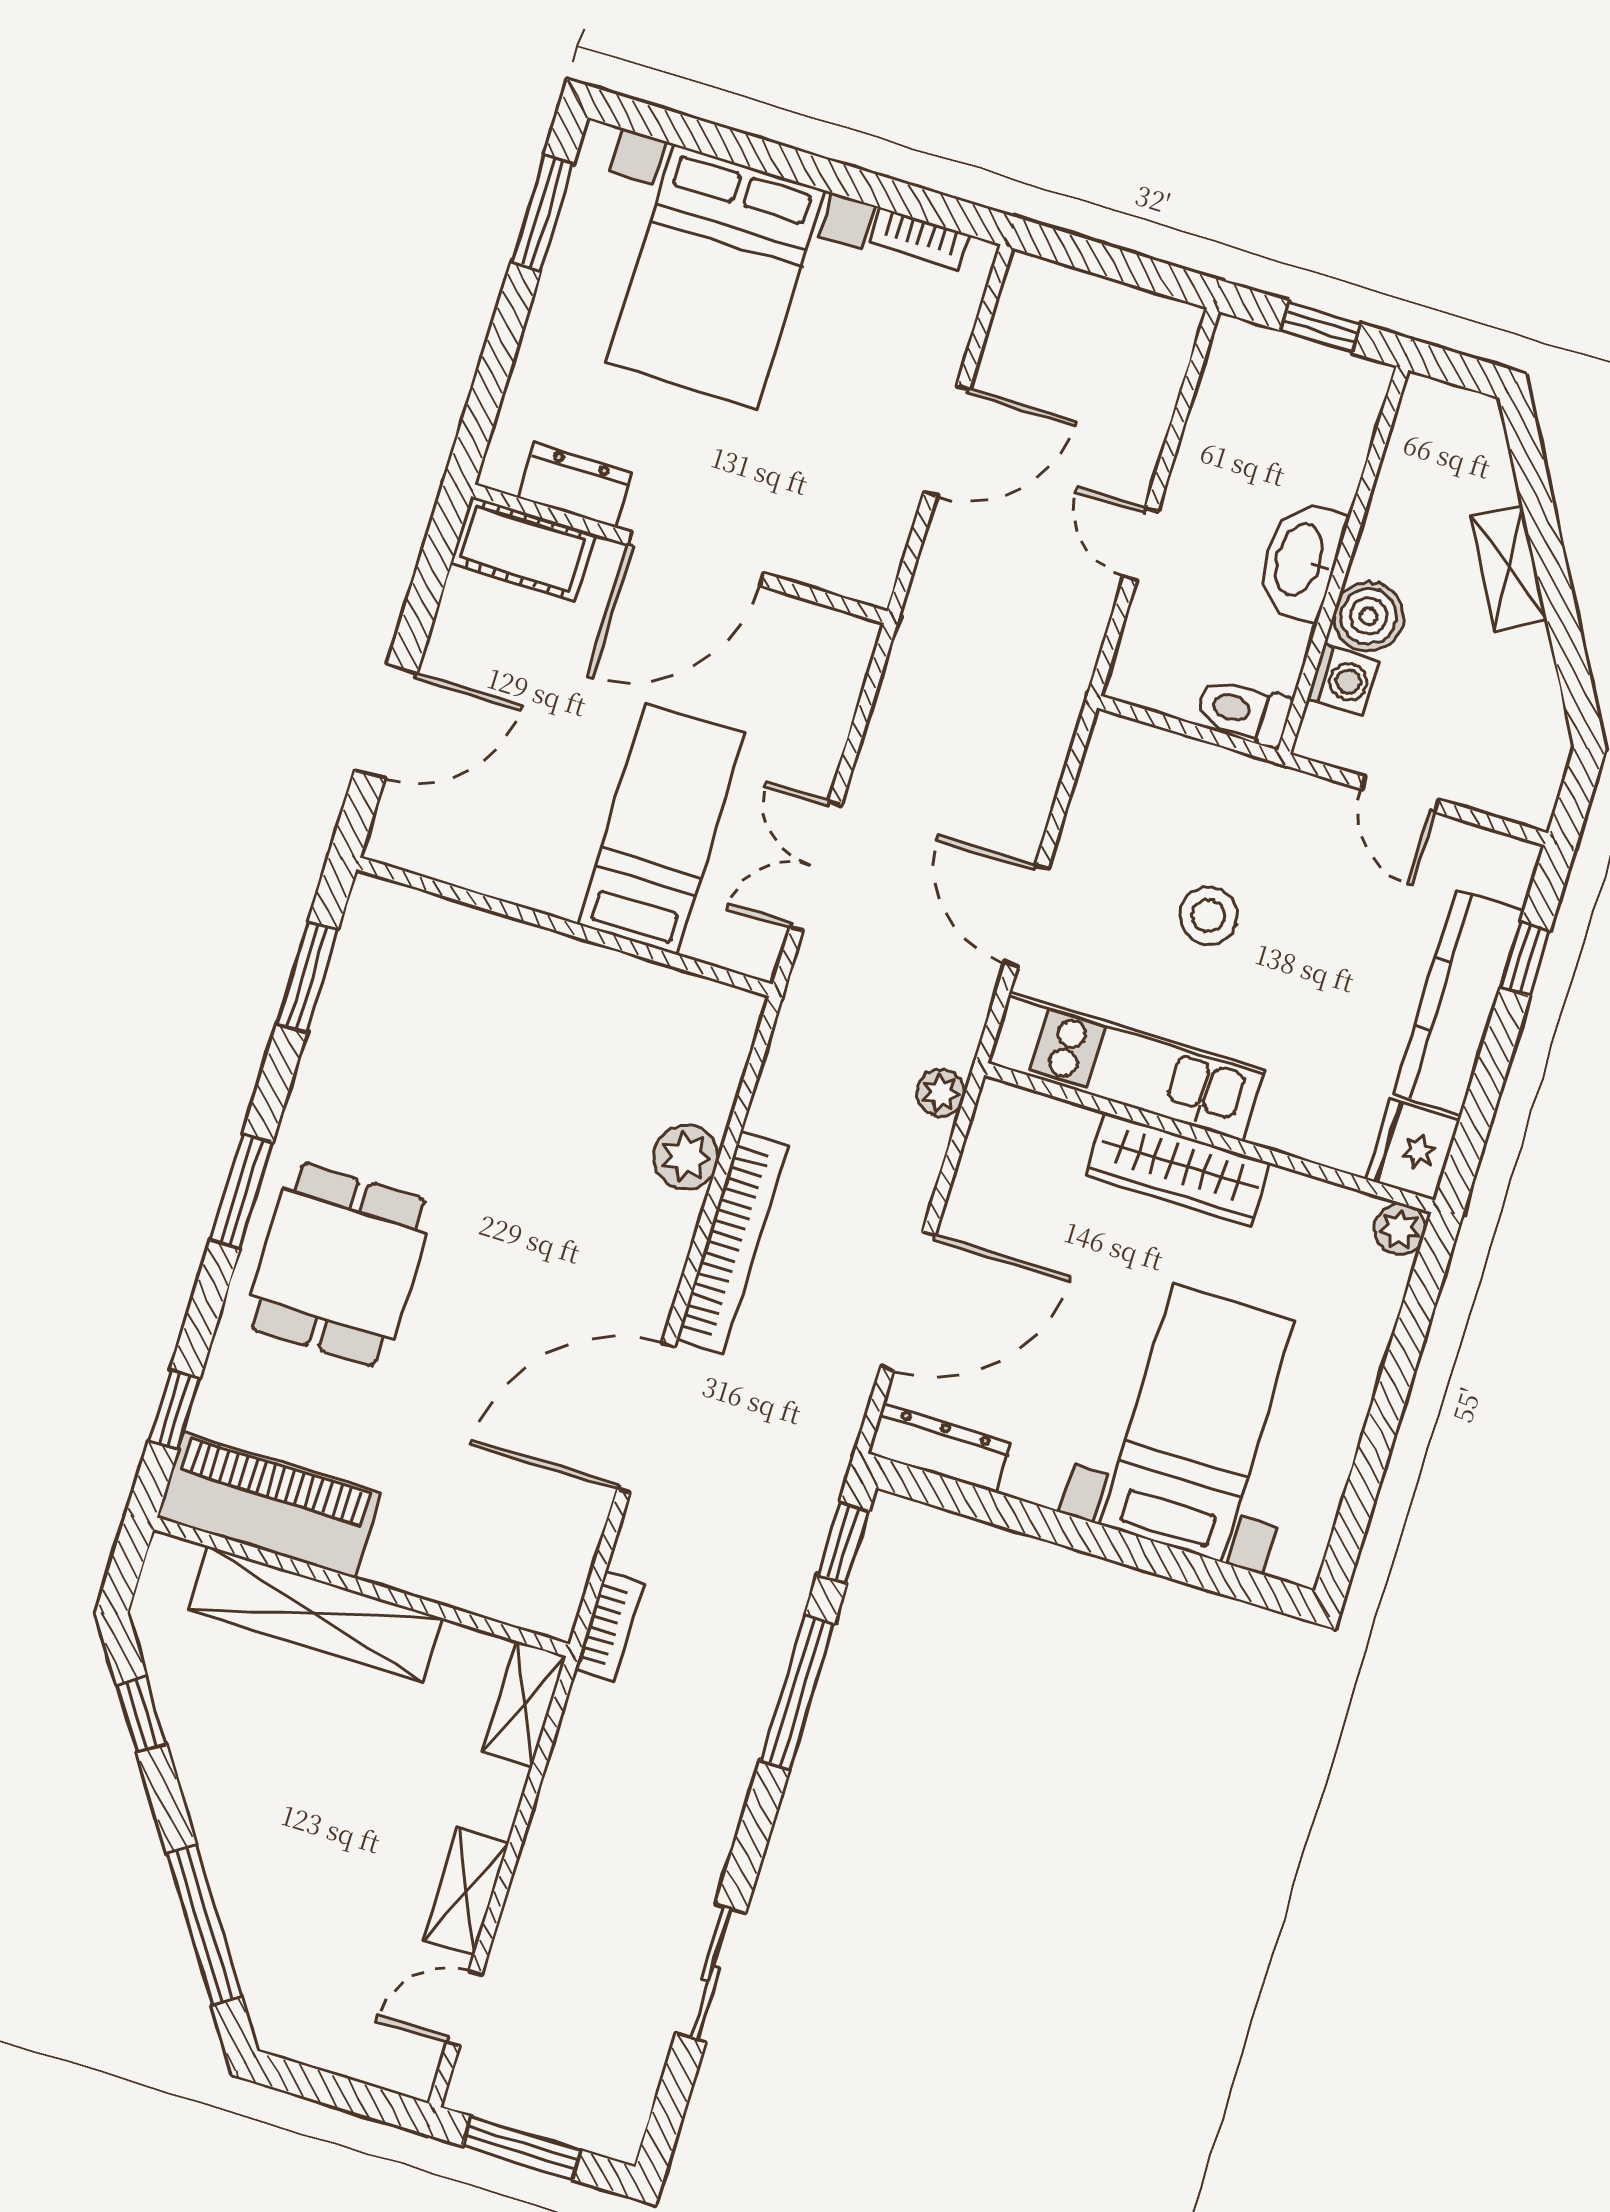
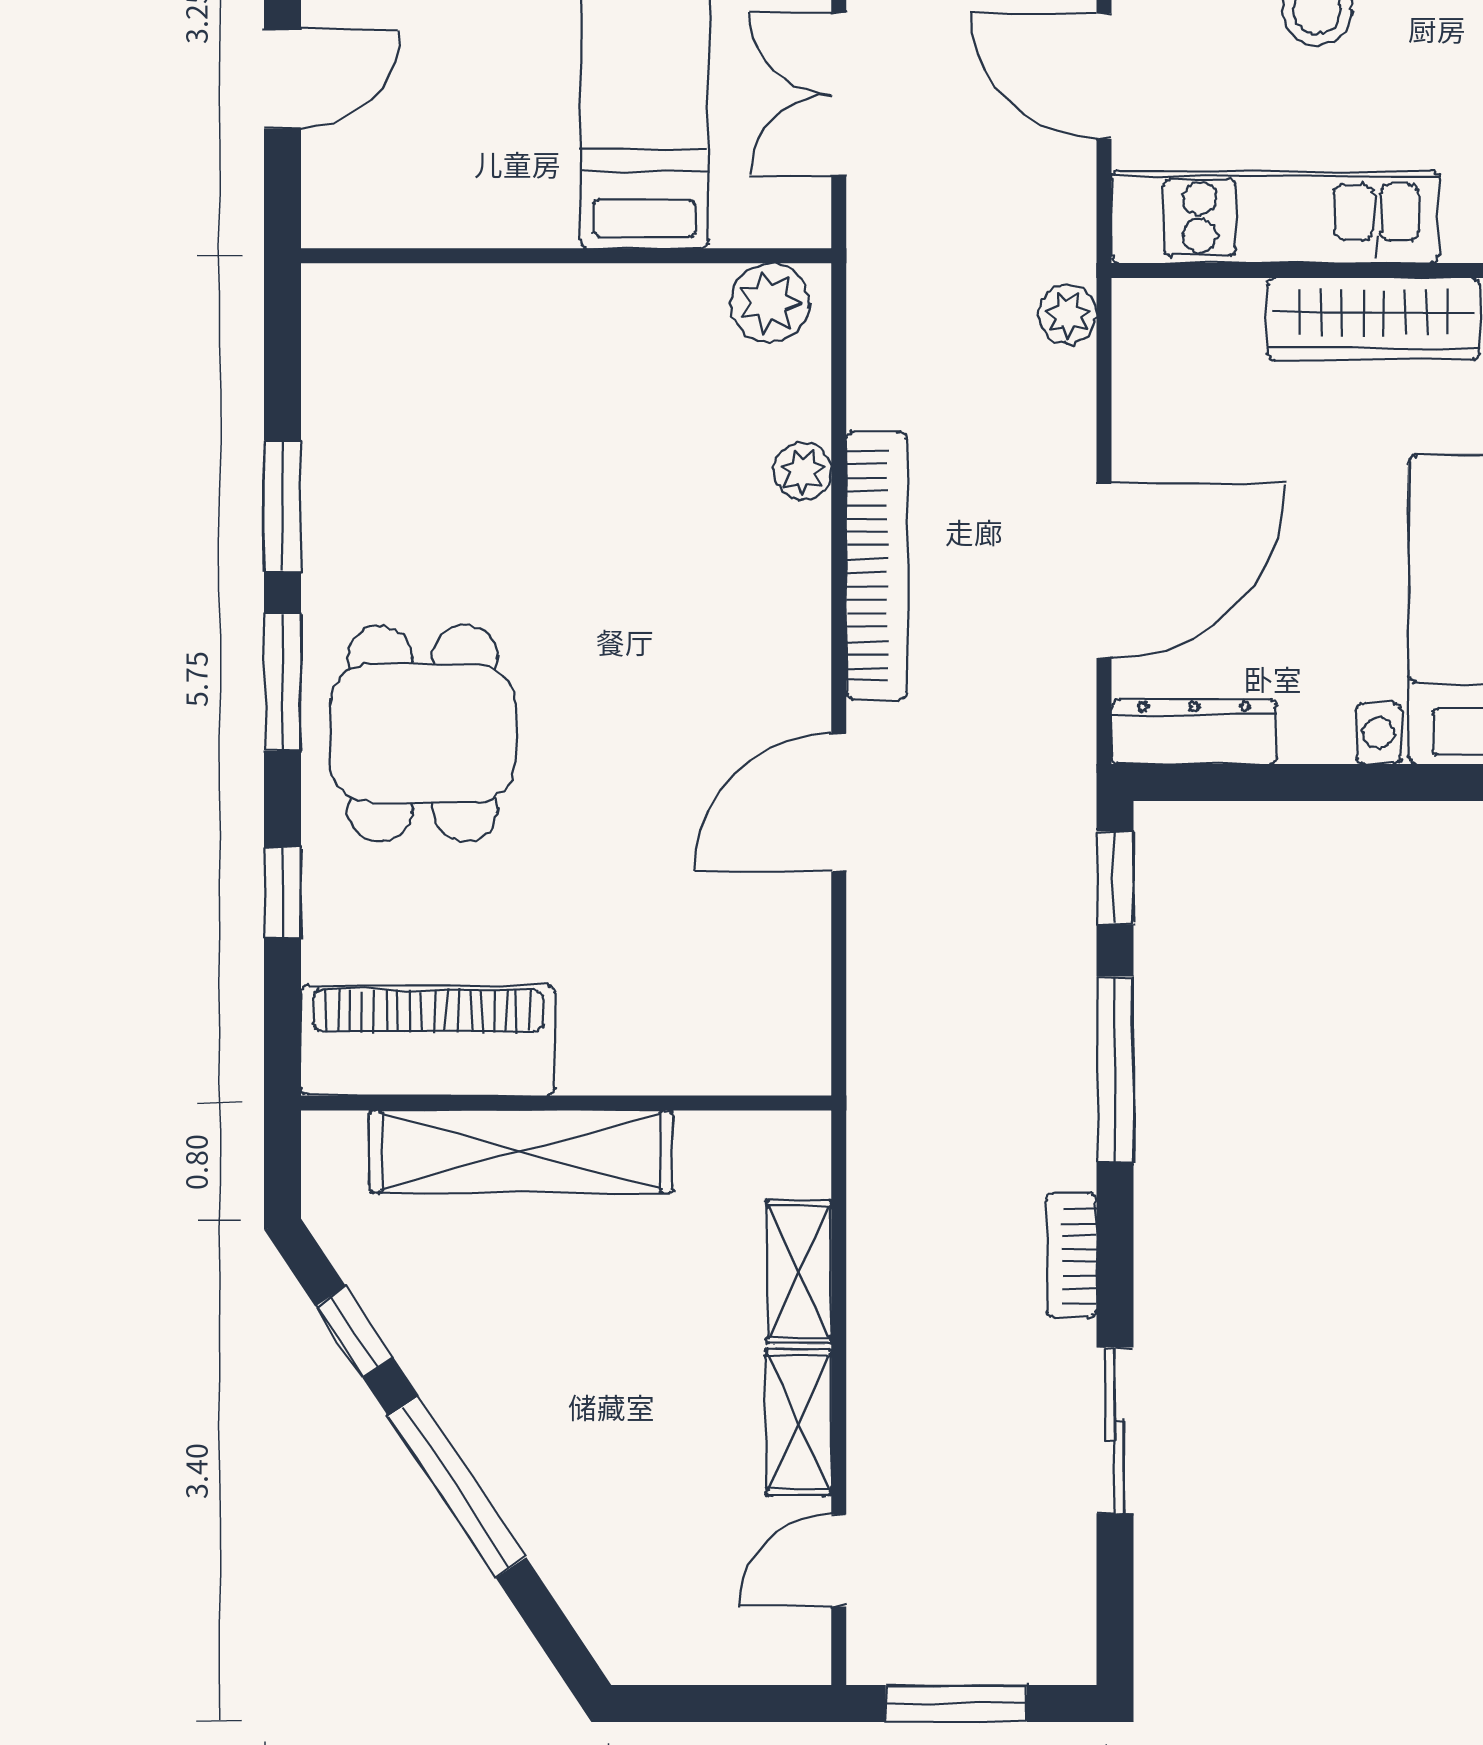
door: (386, 721) -> (283, 79), width x0.73
window: (307, 977) -> (283, 506), moved
plant: (712, 1012) -> (769, 303), added
plant: (686, 1157) -> (803, 471), width x0.73, depth x0.73
window: (174, 1409) -> (283, 892), moved
door: (646, 1418) -> (839, 803), width x0.73
bookcase: (609, 1626) -> (1072, 1255), moved, turned 180
shelving: (524, 1704) -> (799, 1272), moved
window: (204, 1925) -> (457, 1487), moved

